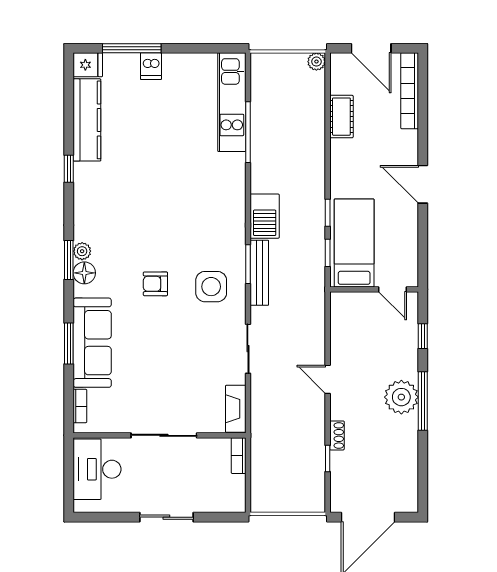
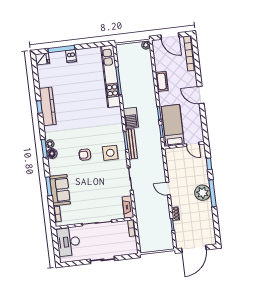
kitchen unit: (232, 102) -> (111, 76), width x1.36
cot: (341, 117) -> (162, 81), moved
kitchen counter: (87, 120) -> (48, 106), moved
sofa: (92, 343) -> (60, 190), width x0.73

